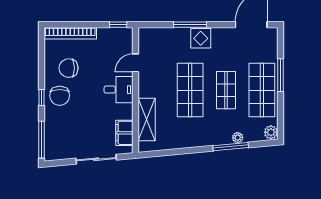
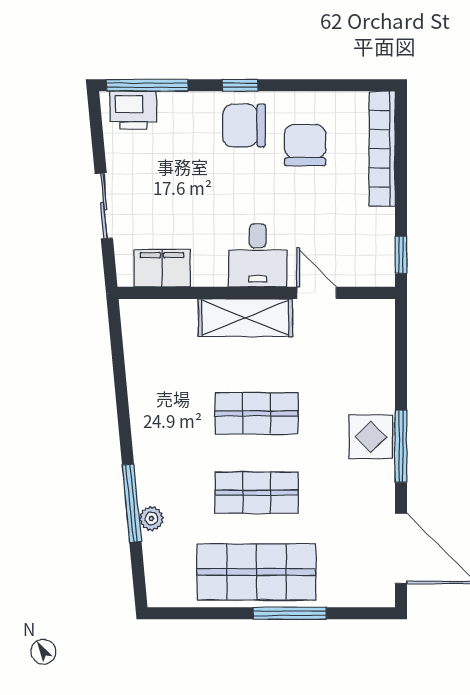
window: (190, 25) -> (401, 446), moved
shop shelf: (190, 90) -> (256, 413), width x0.70, depth x0.74
shelving: (147, 119) -> (245, 318), moved
plant: (271, 132) -> (163, 592), removed
printer: (53, 146) -> (133, 110), added
sliding door: (96, 159) -> (104, 206), width x0.73

